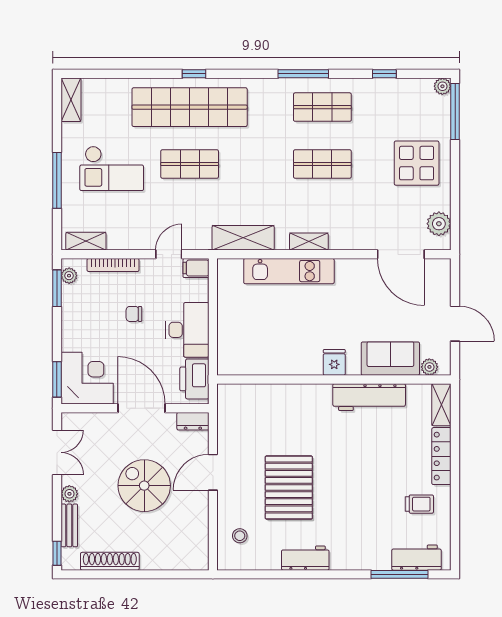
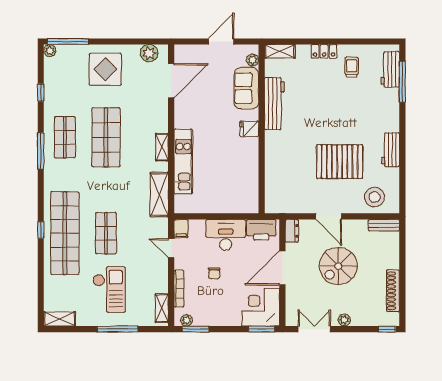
shop shelf: (322, 164) -> (106, 137), width x1.43, depth x1.36
locker: (441, 456) -> (324, 51), width x0.66
bench: (69, 525) -> (384, 225), moved
stool: (240, 536) -> (374, 197), width x1.89, depth x1.89

